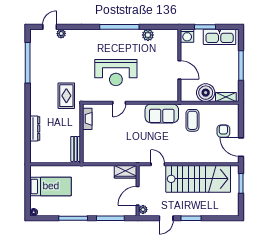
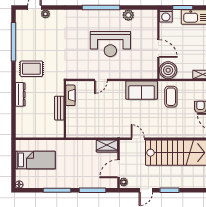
reception desk: (116, 73) -> (110, 44), moved
boiler: (206, 93) -> (168, 70), moved
rug: (66, 96) -> (31, 69), moved, turned 90
dresser: (35, 129) -> (20, 94), moved
bench: (76, 149) -> (59, 108), moved

